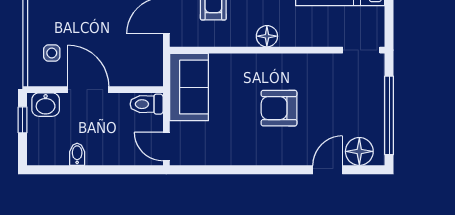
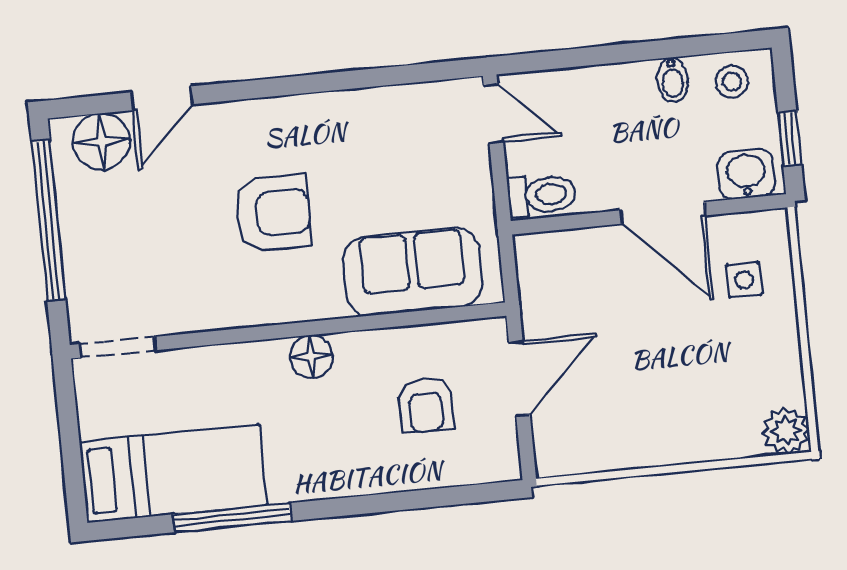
sofa: (189, 87) -> (413, 272), moved, turned 90
stool: (48, 151) -> (732, 82), added

